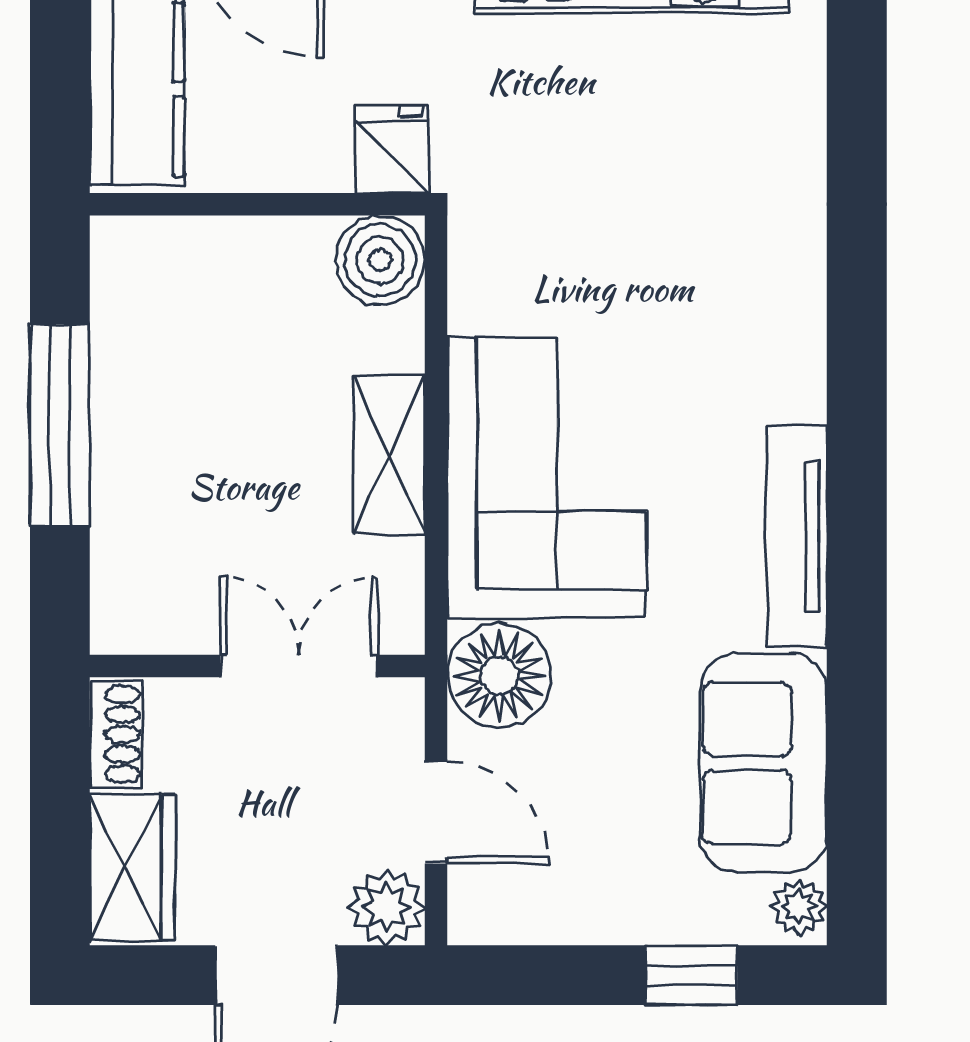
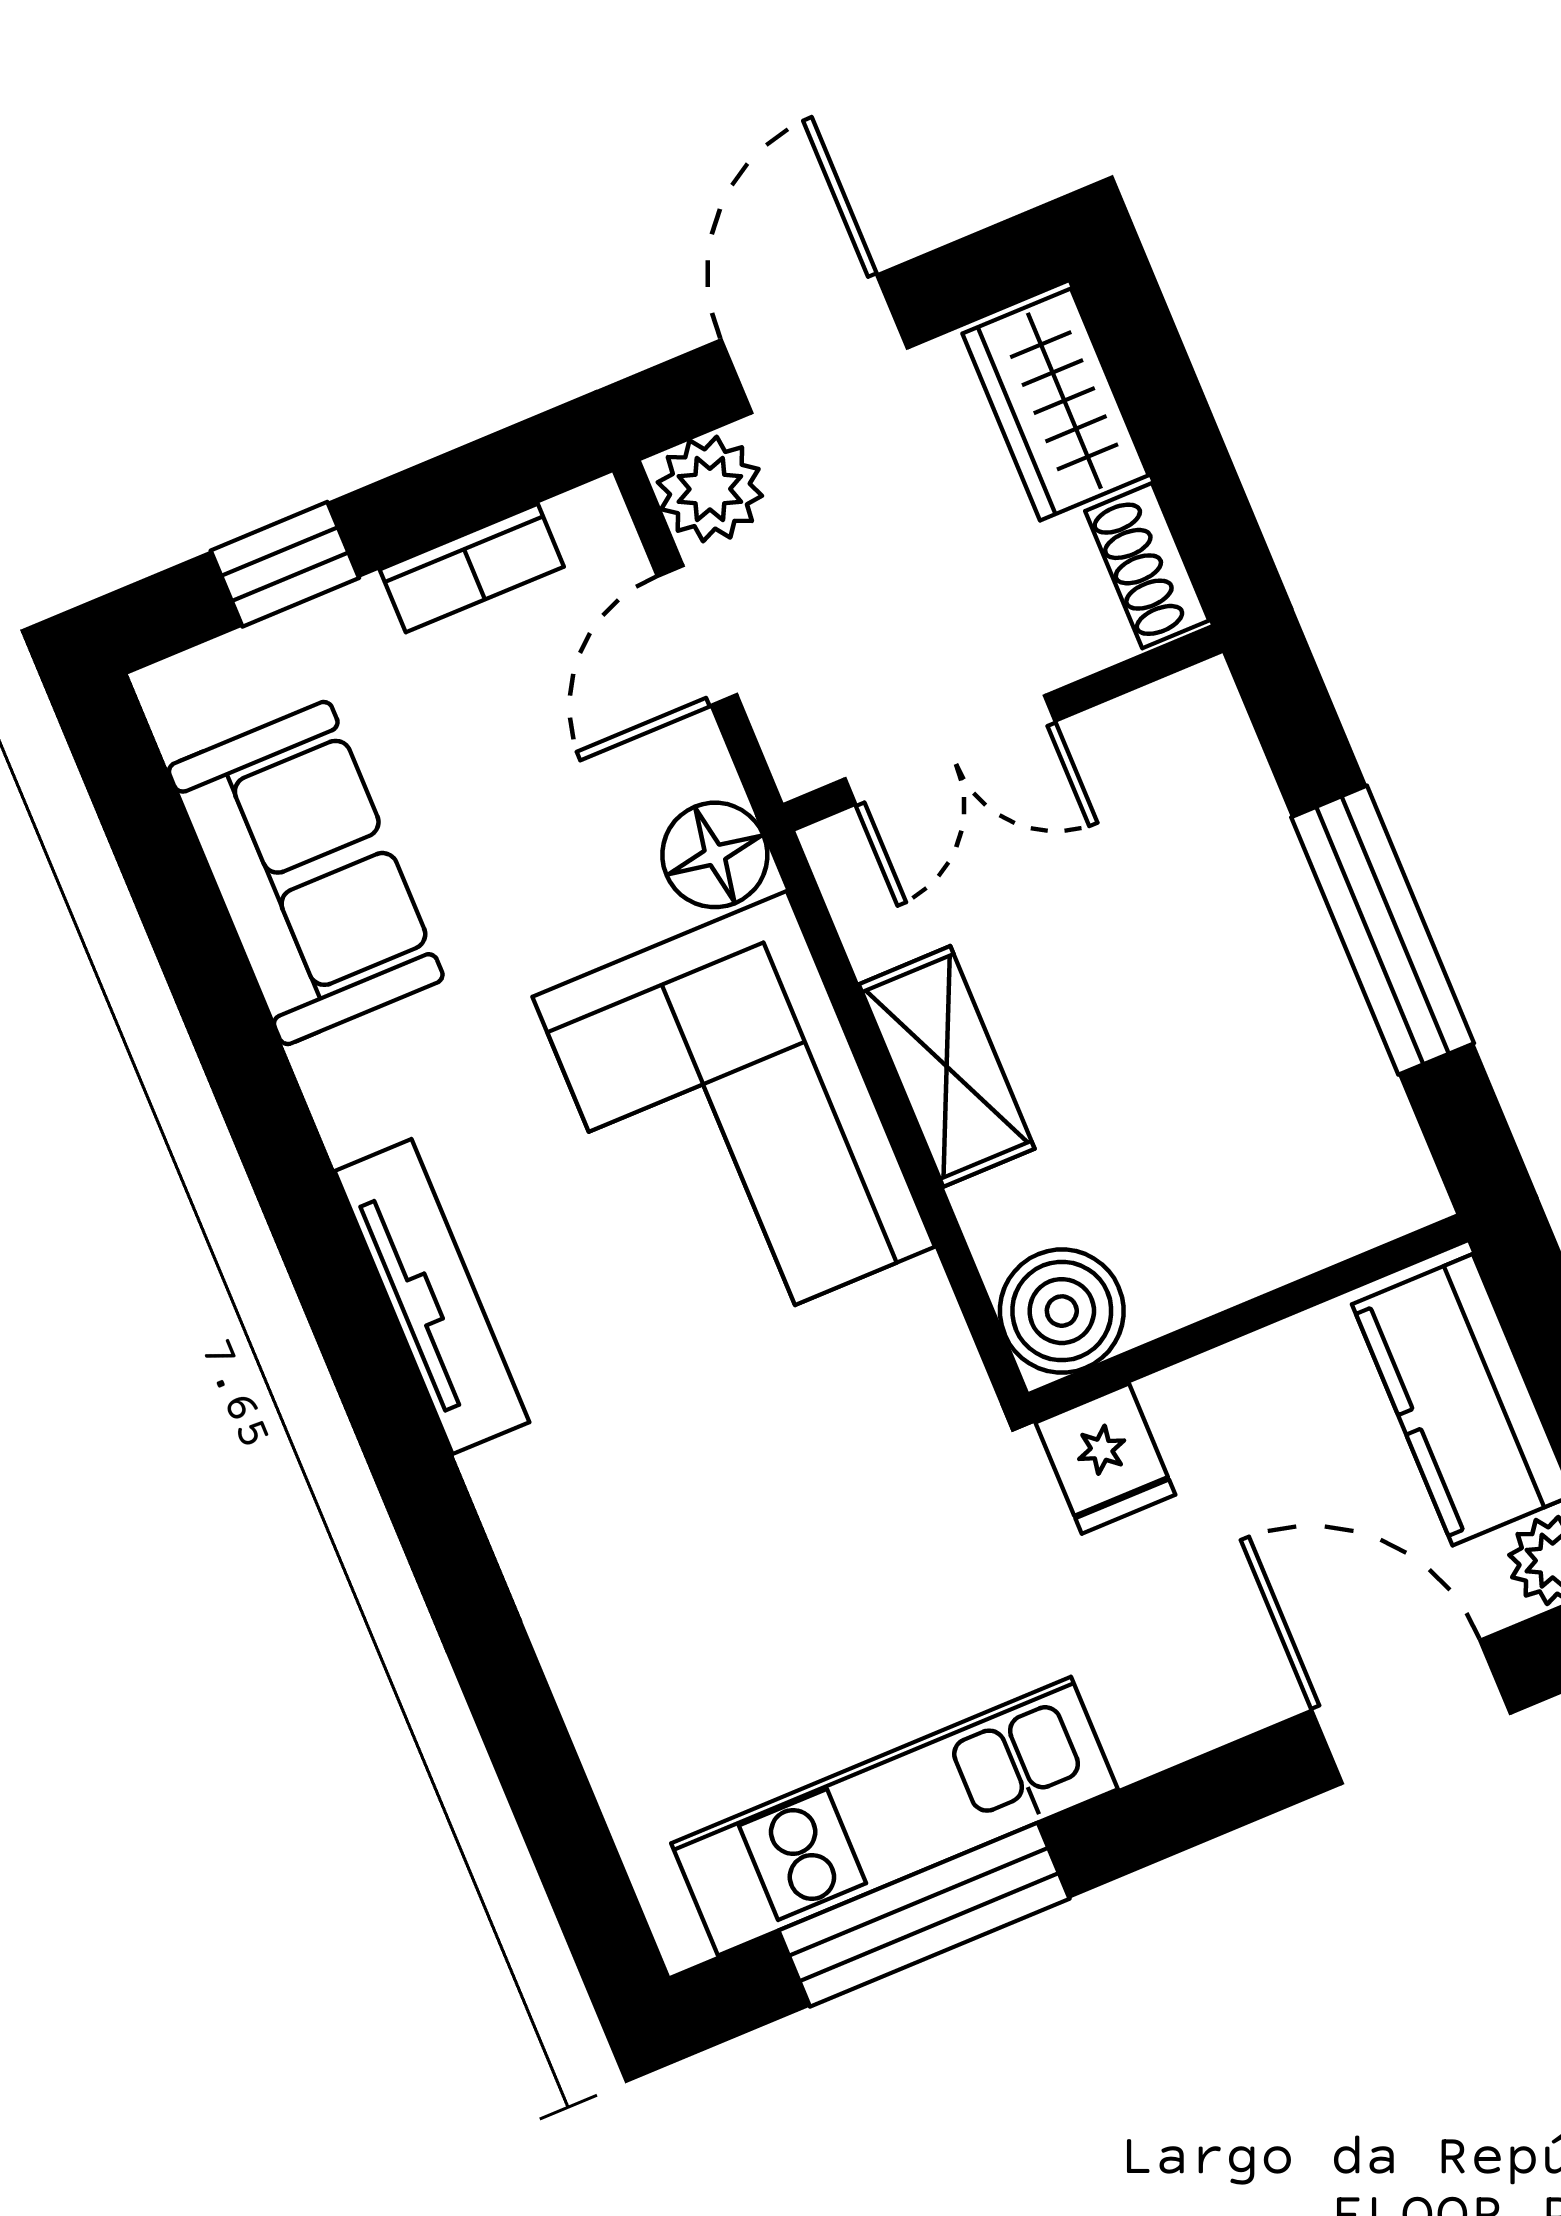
tv unit: (797, 536) -> (432, 1297), moved
floor lamp: (499, 675) -> (715, 855), width x0.73, depth x0.73
door: (436, 813) -> (697, 636), hinge flipped
plant: (799, 907) -> (184, 708), removed
bookcase: (568, 921) -> (472, 568), added

